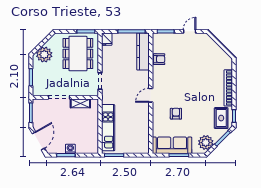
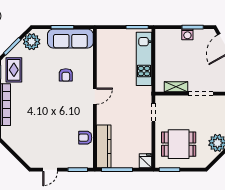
dining table: (78, 54) -> (179, 144), width x0.73

